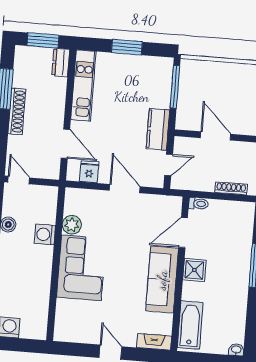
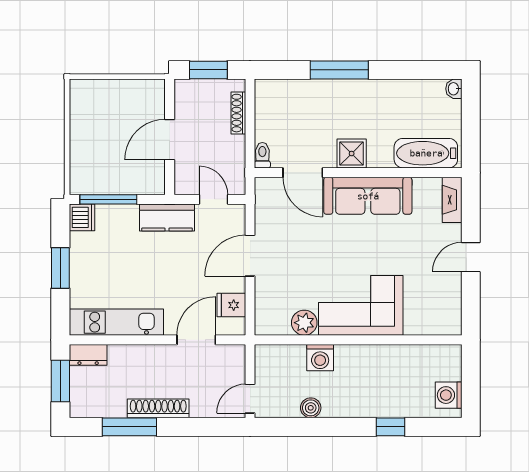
dishwasher: (163, 66) -> (82, 217), added

